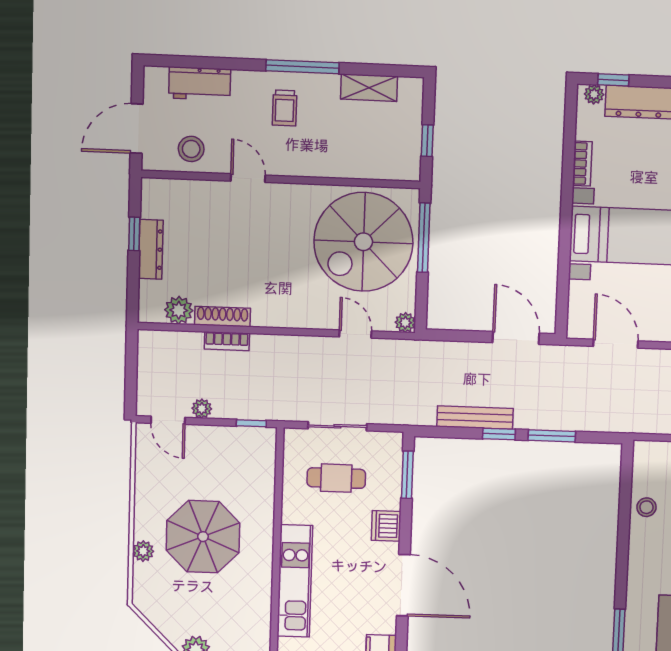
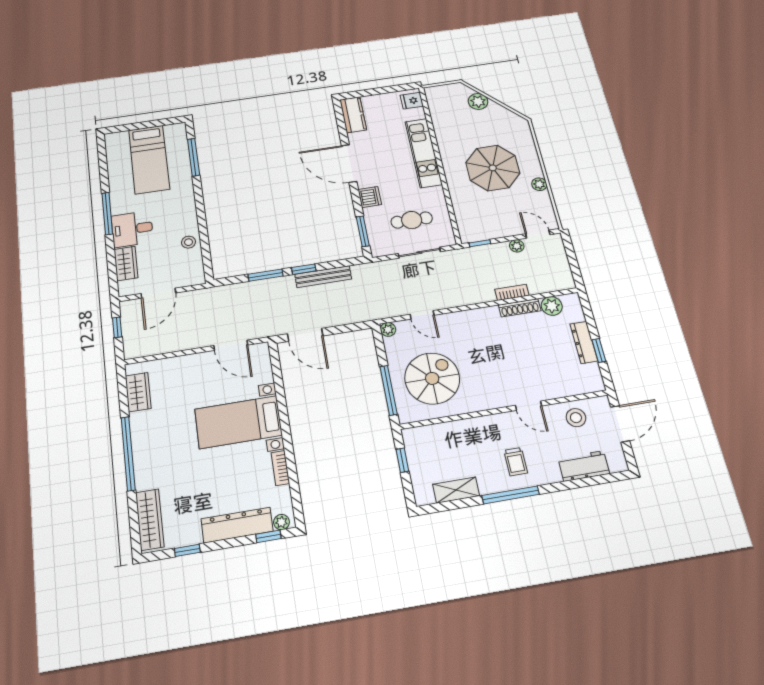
trolley: (285, 108) -> (516, 462), turned 180
spiral stairs: (363, 242) -> (432, 378), width x0.73, depth x0.73
plant: (143, 551) -> (539, 184), moved

